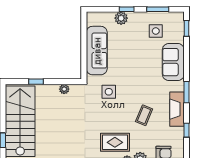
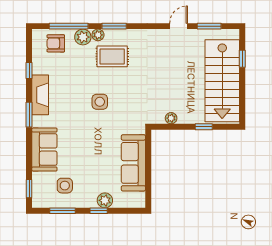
side table: (109, 92) -> (100, 102), moved
coffee table: (144, 115) -> (78, 88), removed

